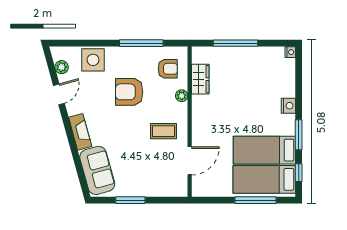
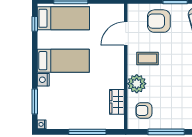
armchair: (129, 92) -> (159, 21), moved, turned 180
plant: (182, 96) -> (137, 84), width x1.88, depth x1.88
window: (299, 135) -> (35, 102), moved
bed: (264, 150) -> (63, 61), moved

